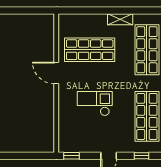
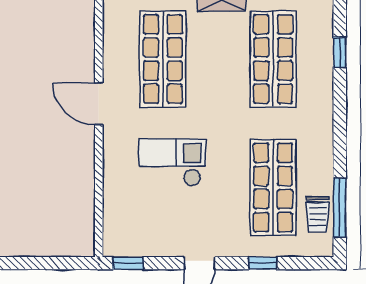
shop shelf: (90, 50) -> (163, 59), turned 90

